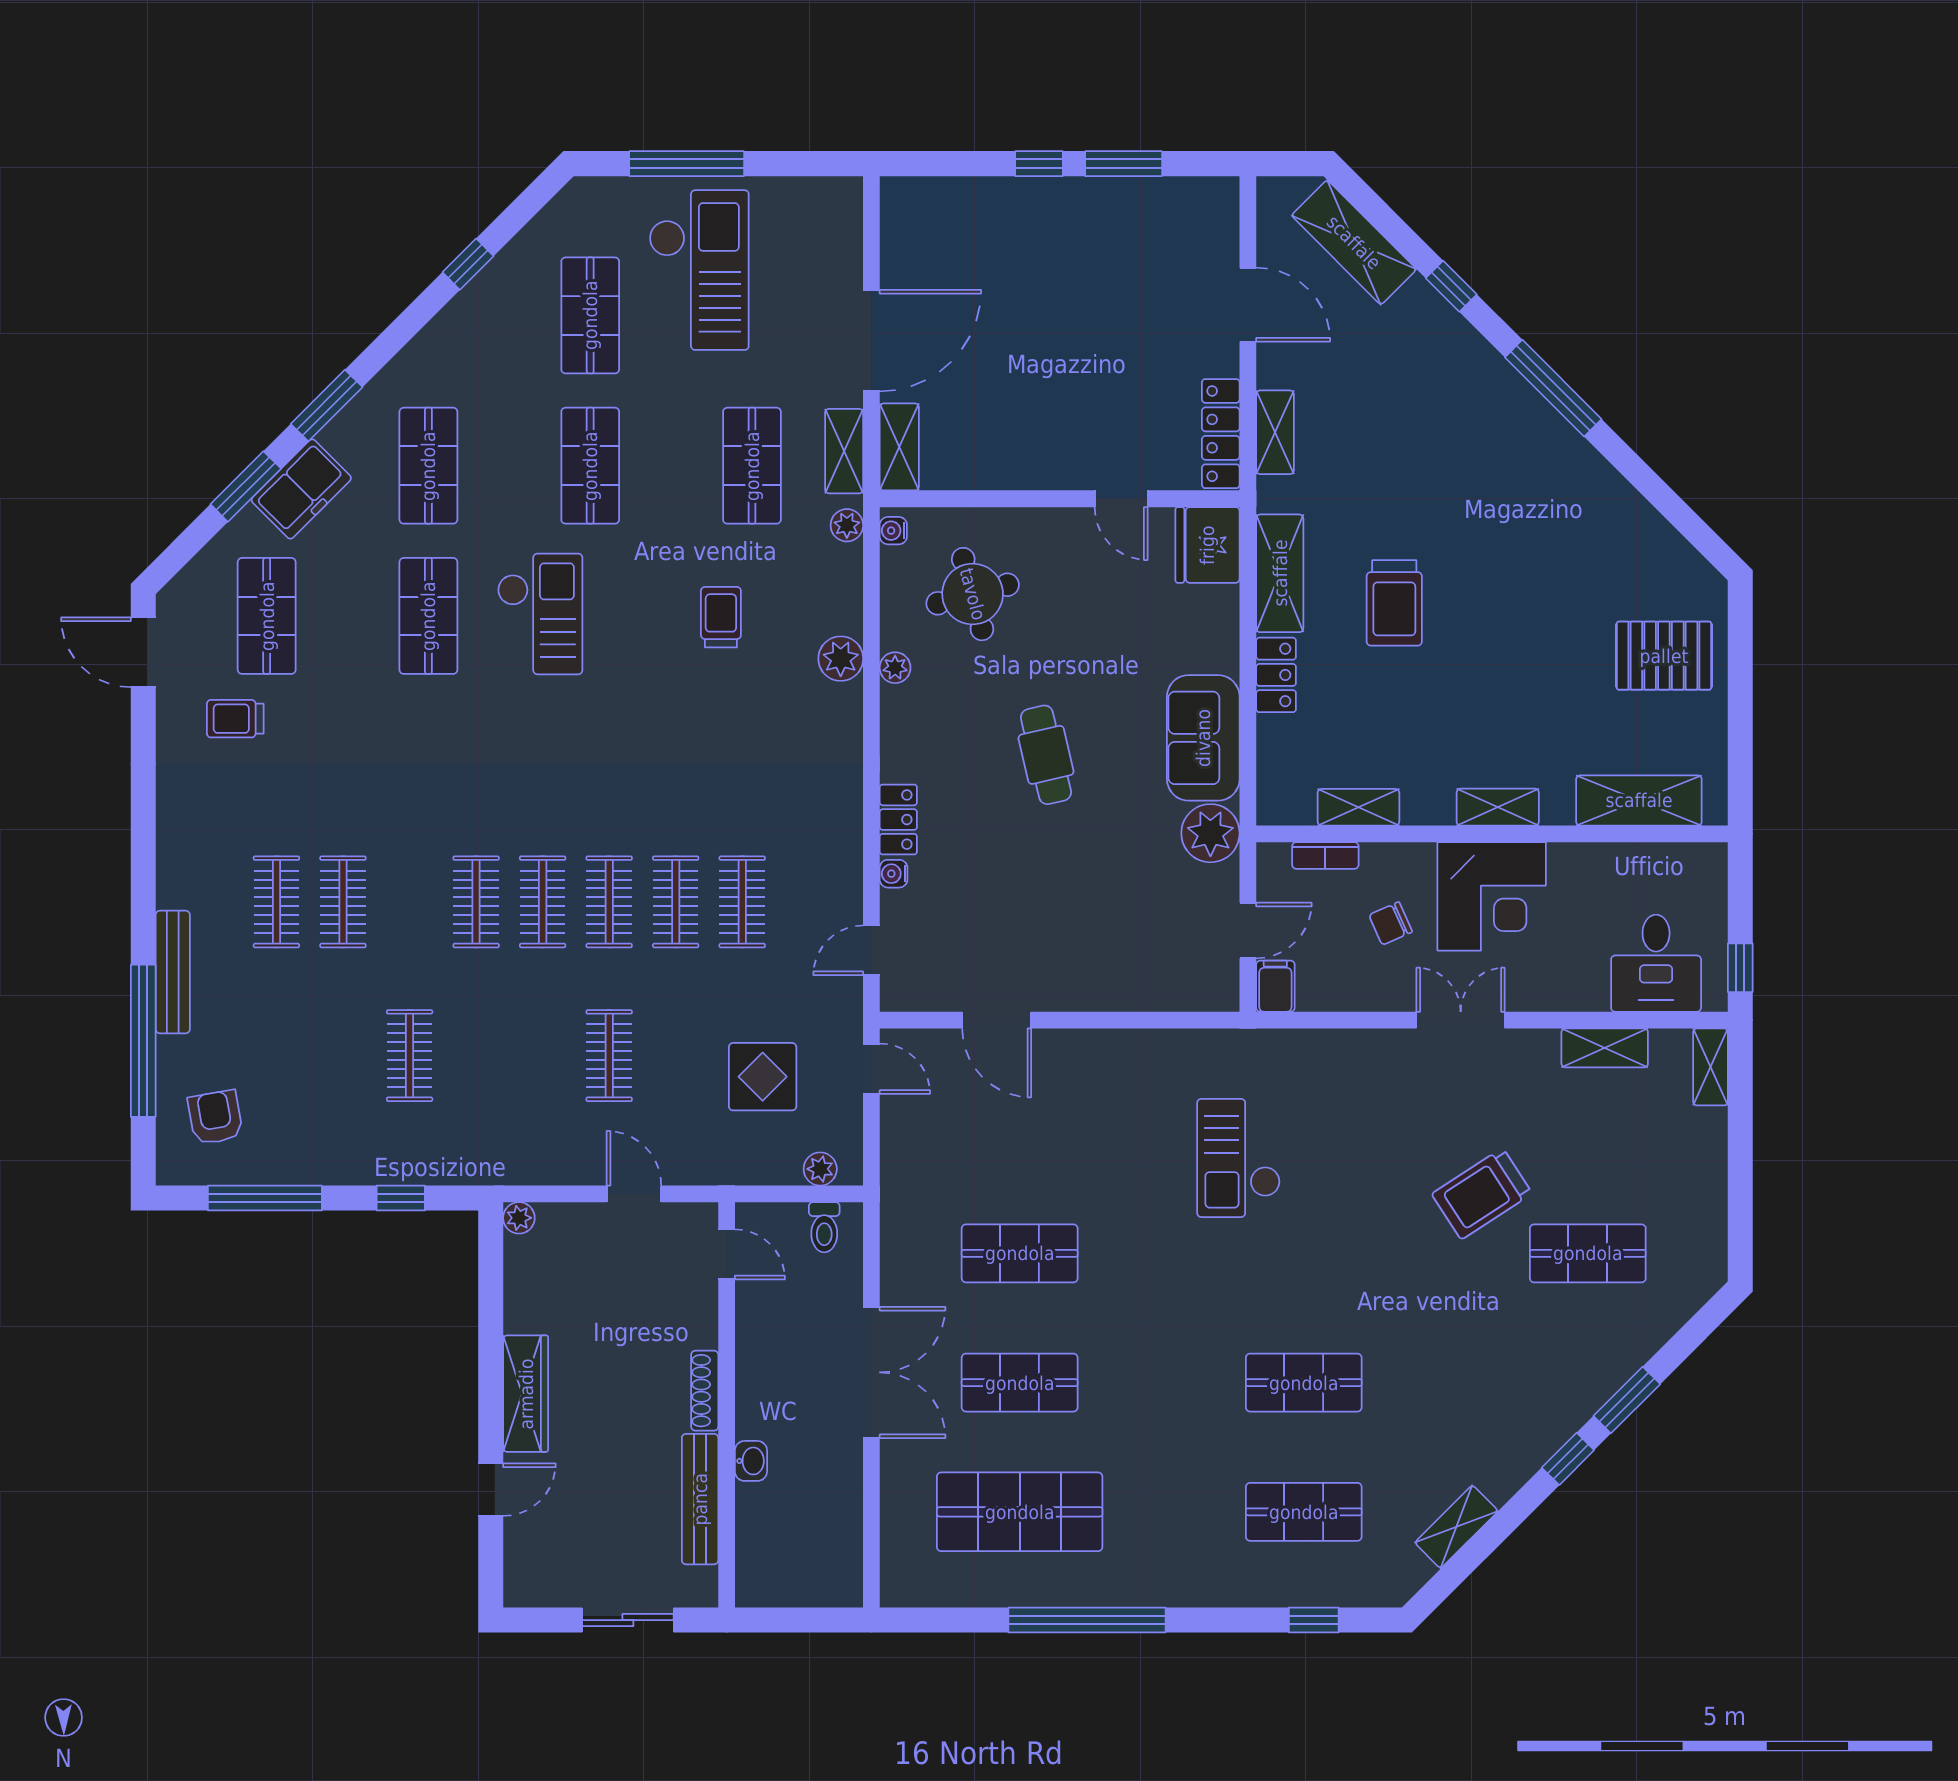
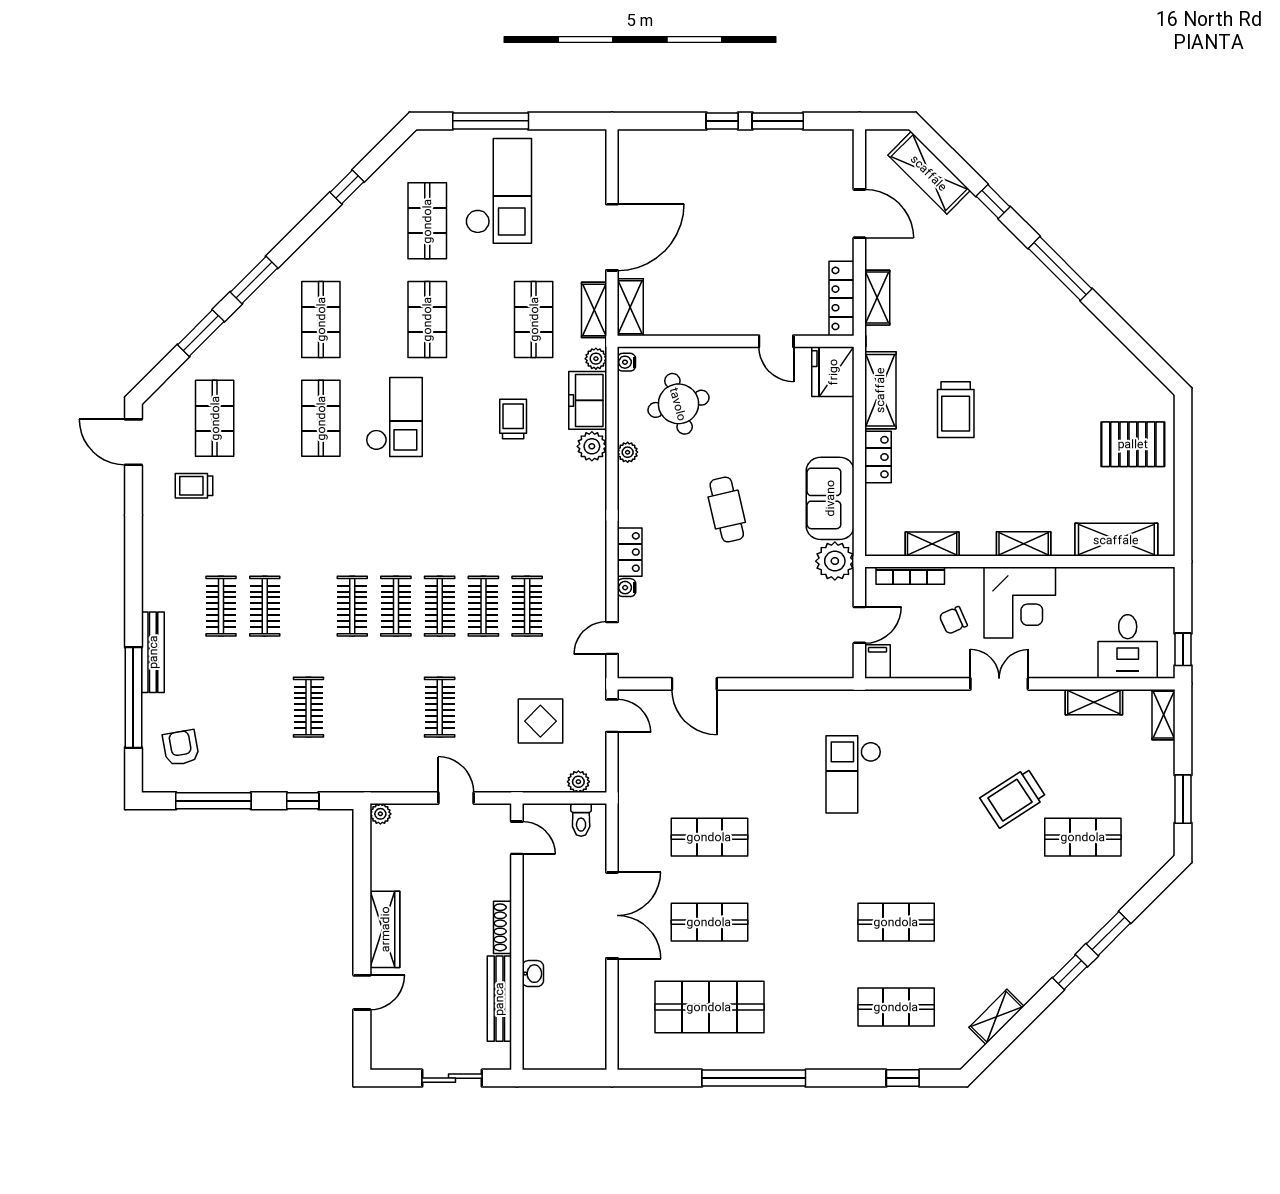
freezer: (301, 489) -> (588, 400), moved, turned 135
bookcase: (1325, 855) -> (910, 576), width x1.56
window: (1740, 1195) -> (1183, 799), added

